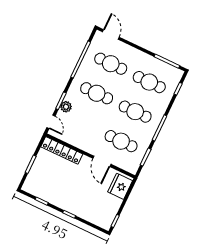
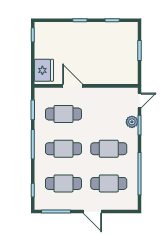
door: (111, 34) -> (92, 212), moved
door: (51, 122) -> (140, 100), swing flipped
locker: (62, 150) -> (116, 78), removed

